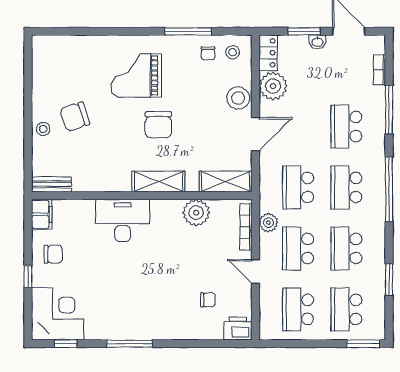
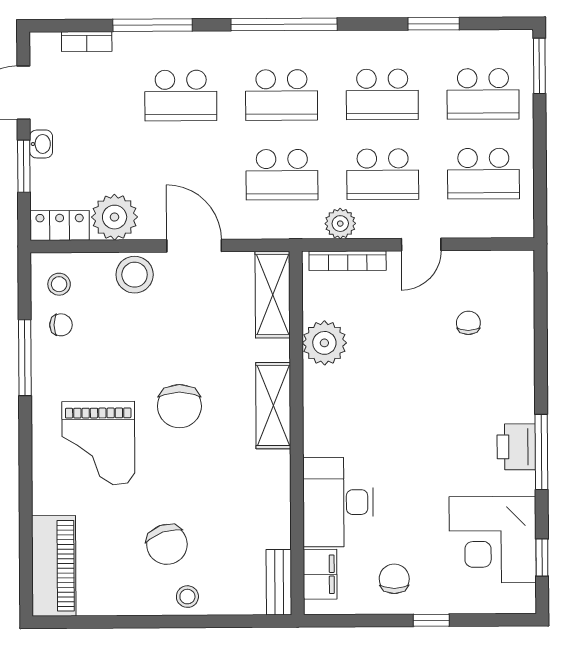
piano: (62, 48) -> (54, 566), added
chair: (158, 125) -> (179, 406), turned 90
filing cabinet: (42, 214) -> (320, 574), moved, turned 90
desk: (123, 220) -> (338, 502), moved
corner desk: (58, 314) -> (493, 540), moved, turned -90
printer: (238, 328) -> (516, 447), moved

